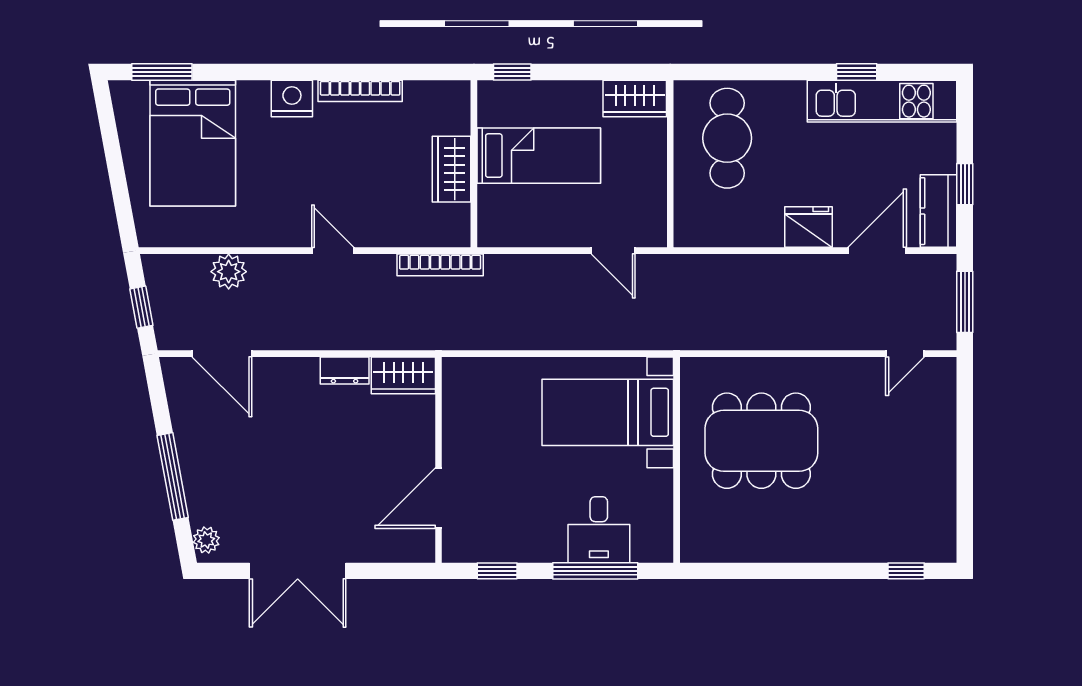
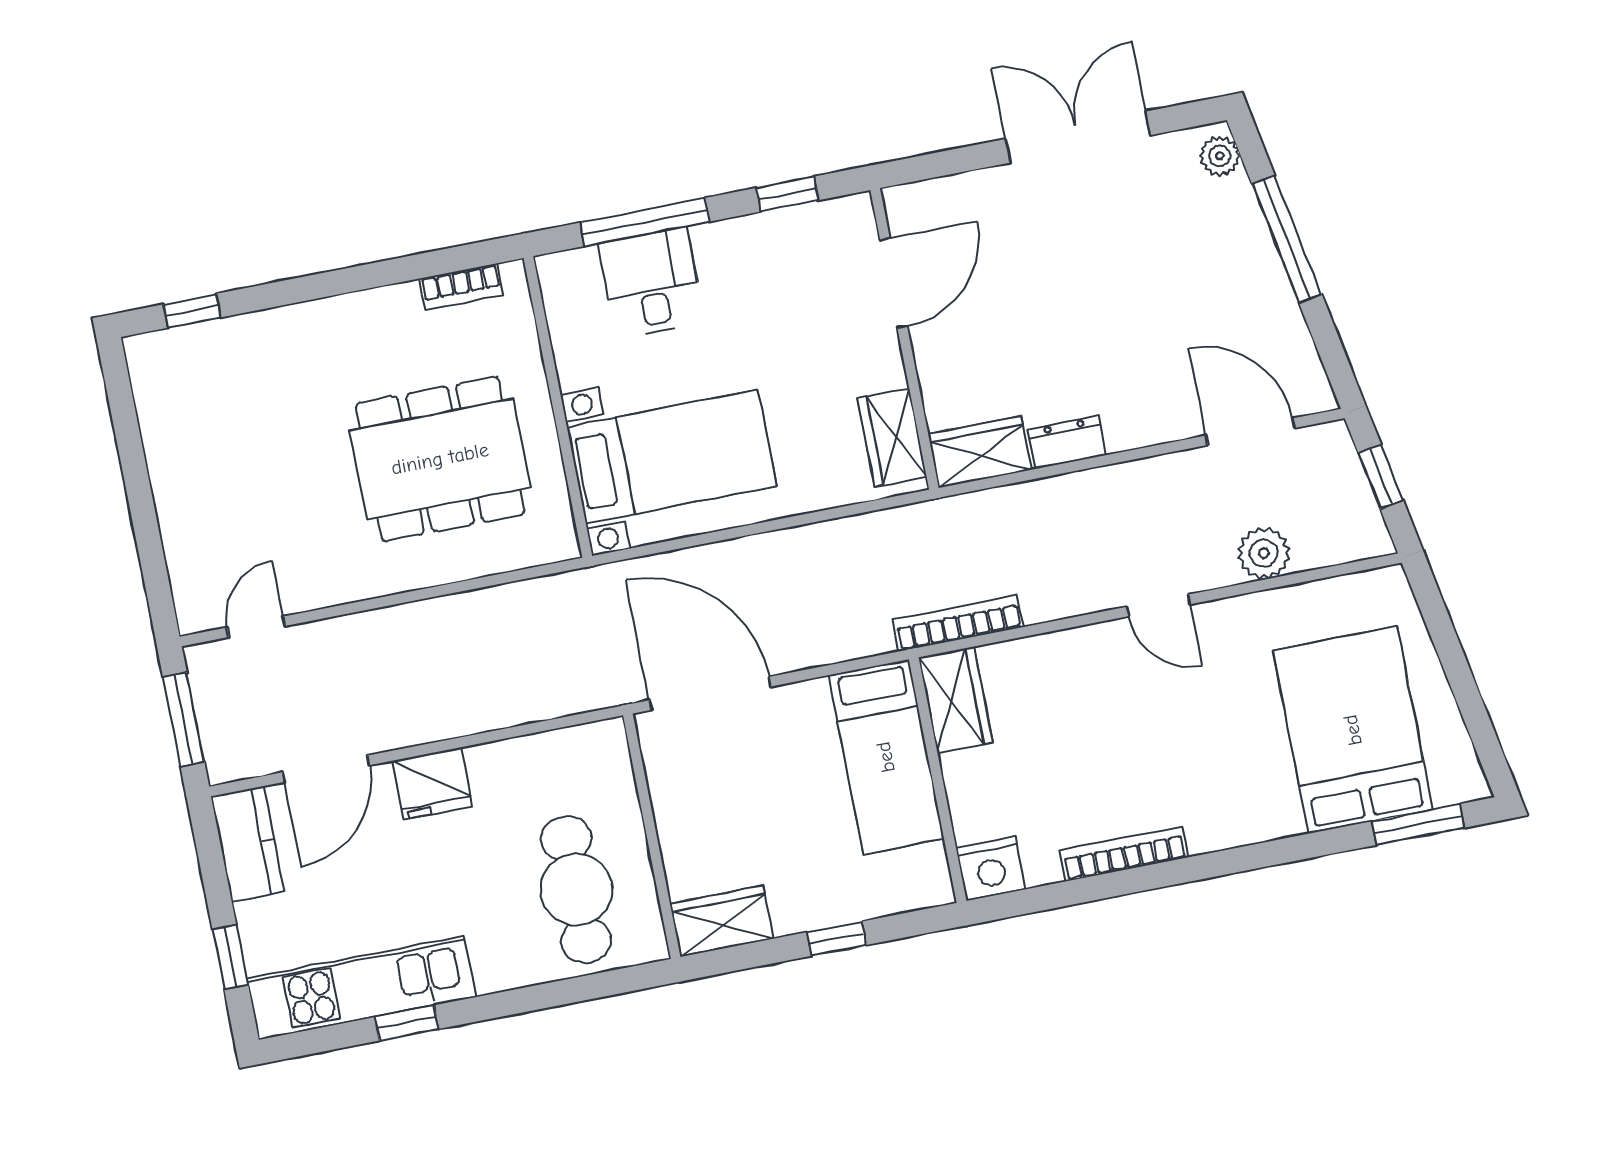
window: (512, 72) -> (837, 939), moved
nightstand: (292, 98) -> (991, 868), moved
bed: (539, 156) -> (886, 757), moved, turned -90
wardrobe: (452, 169) -> (956, 700), moved
window: (965, 184) -> (230, 957), moved
door: (333, 251) -> (1158, 605), moved
door: (613, 251) -> (710, 693), width x1.88
wardrobe: (459, 396) -> (892, 437), added
bookcase: (725, 552) -> (461, 286), added

